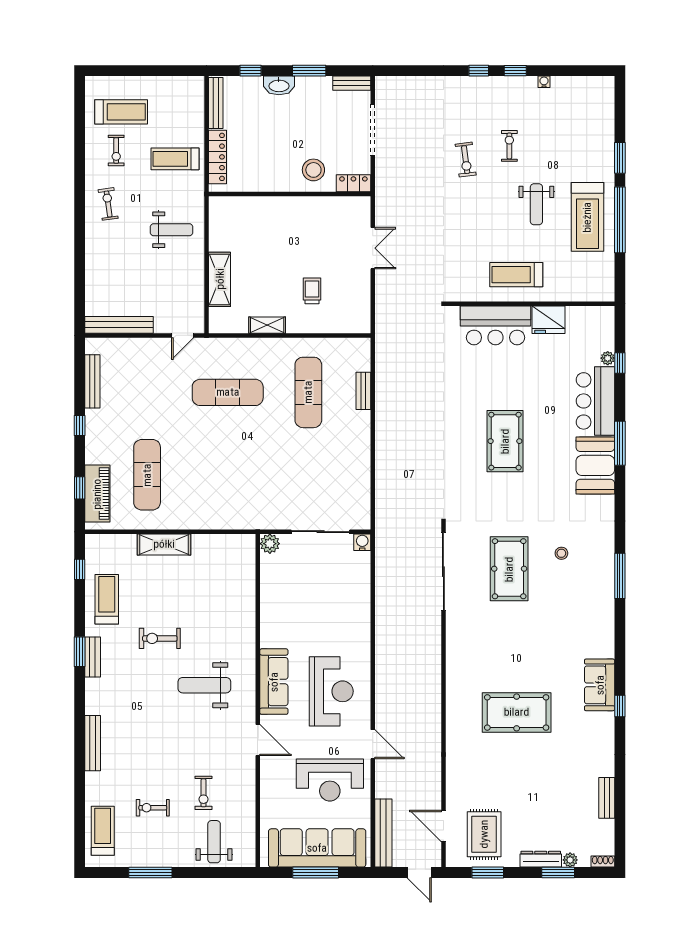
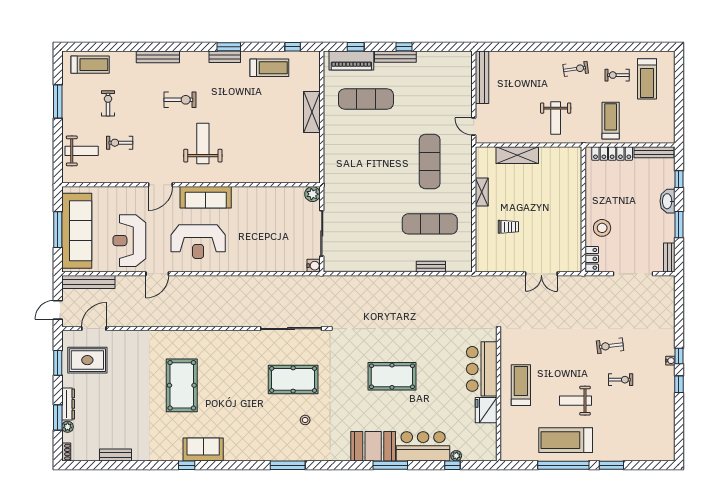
water cooler: (544, 82) -> (670, 361), moved
bench: (92, 381) -> (395, 57), moved
exercise bike: (160, 638) -> (180, 100), moved, turned 90

